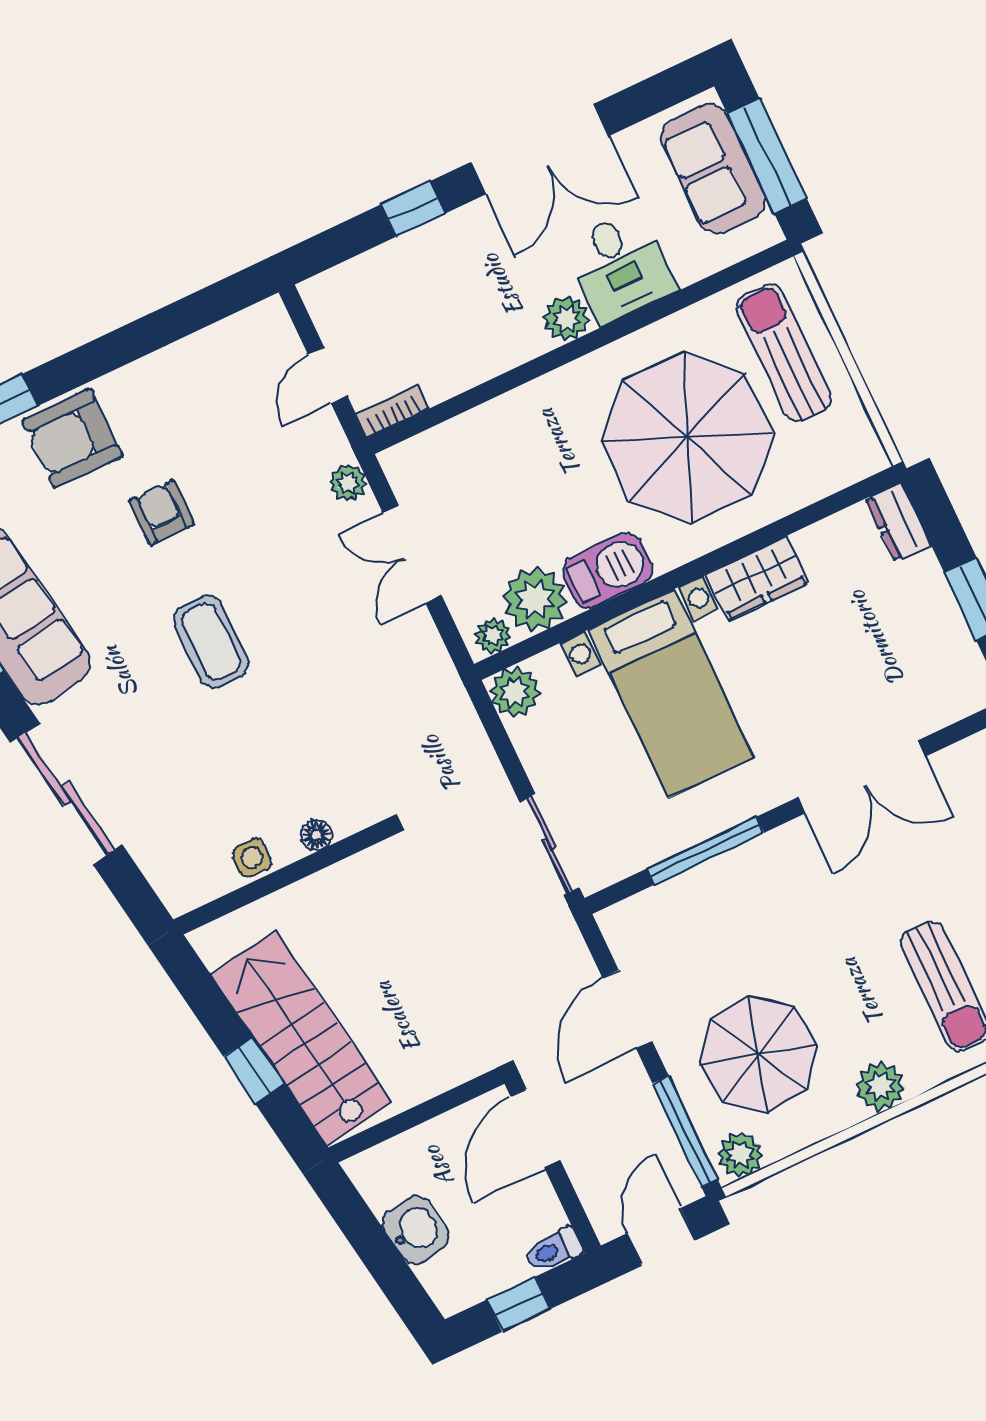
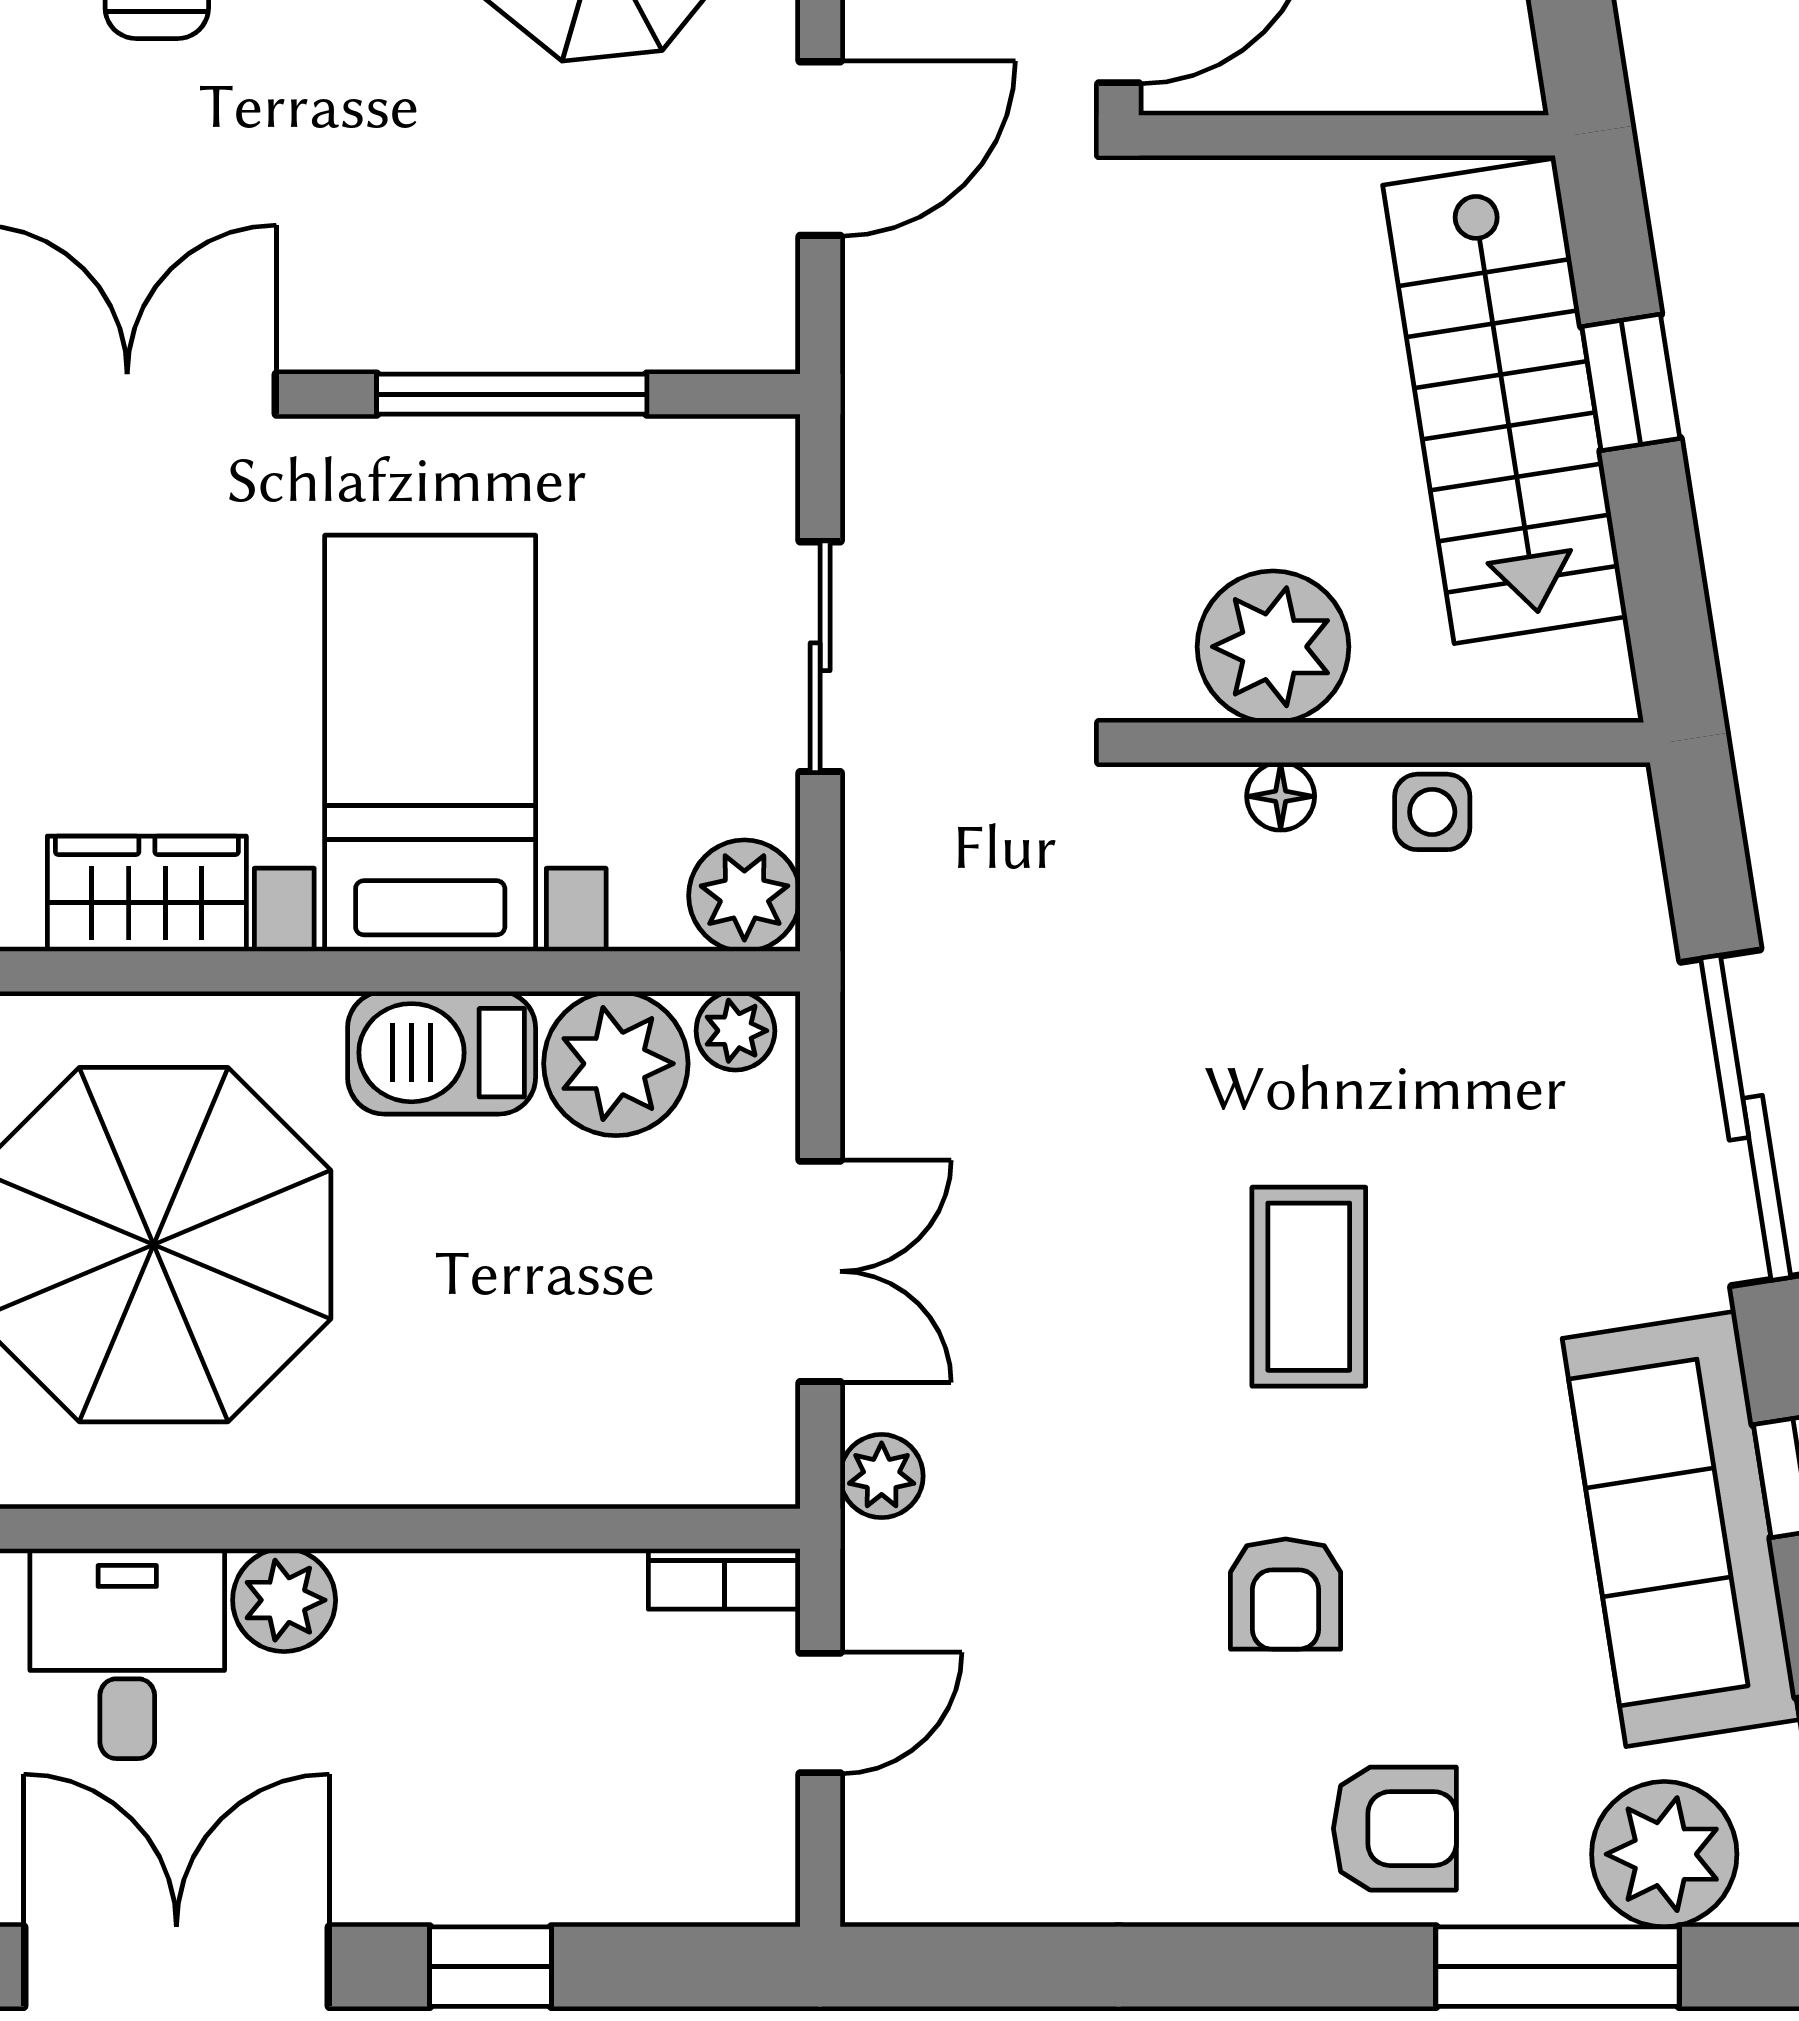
armchair: (72, 438) -> (1395, 1829), width x0.72, depth x0.72
sliding door: (549, 845) -> (820, 657), moved
plant: (348, 894) -> (1273, 647), added

